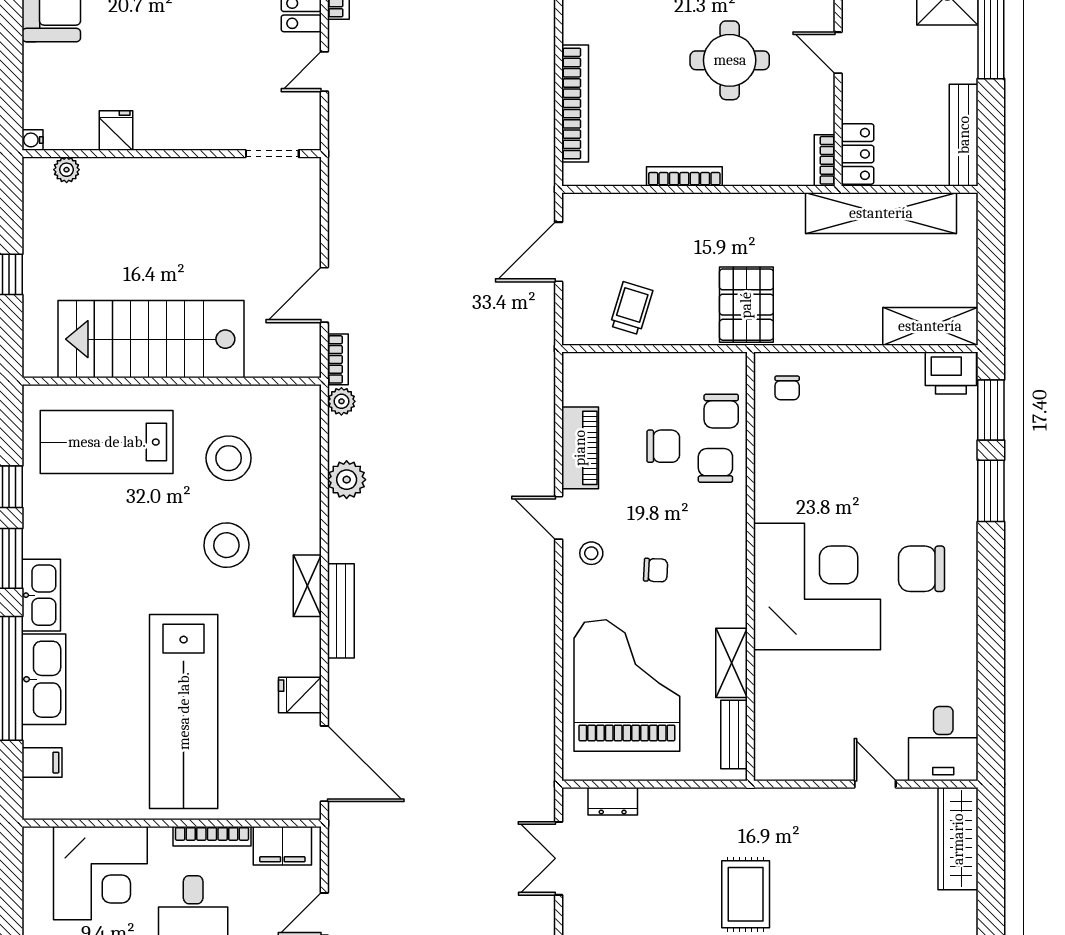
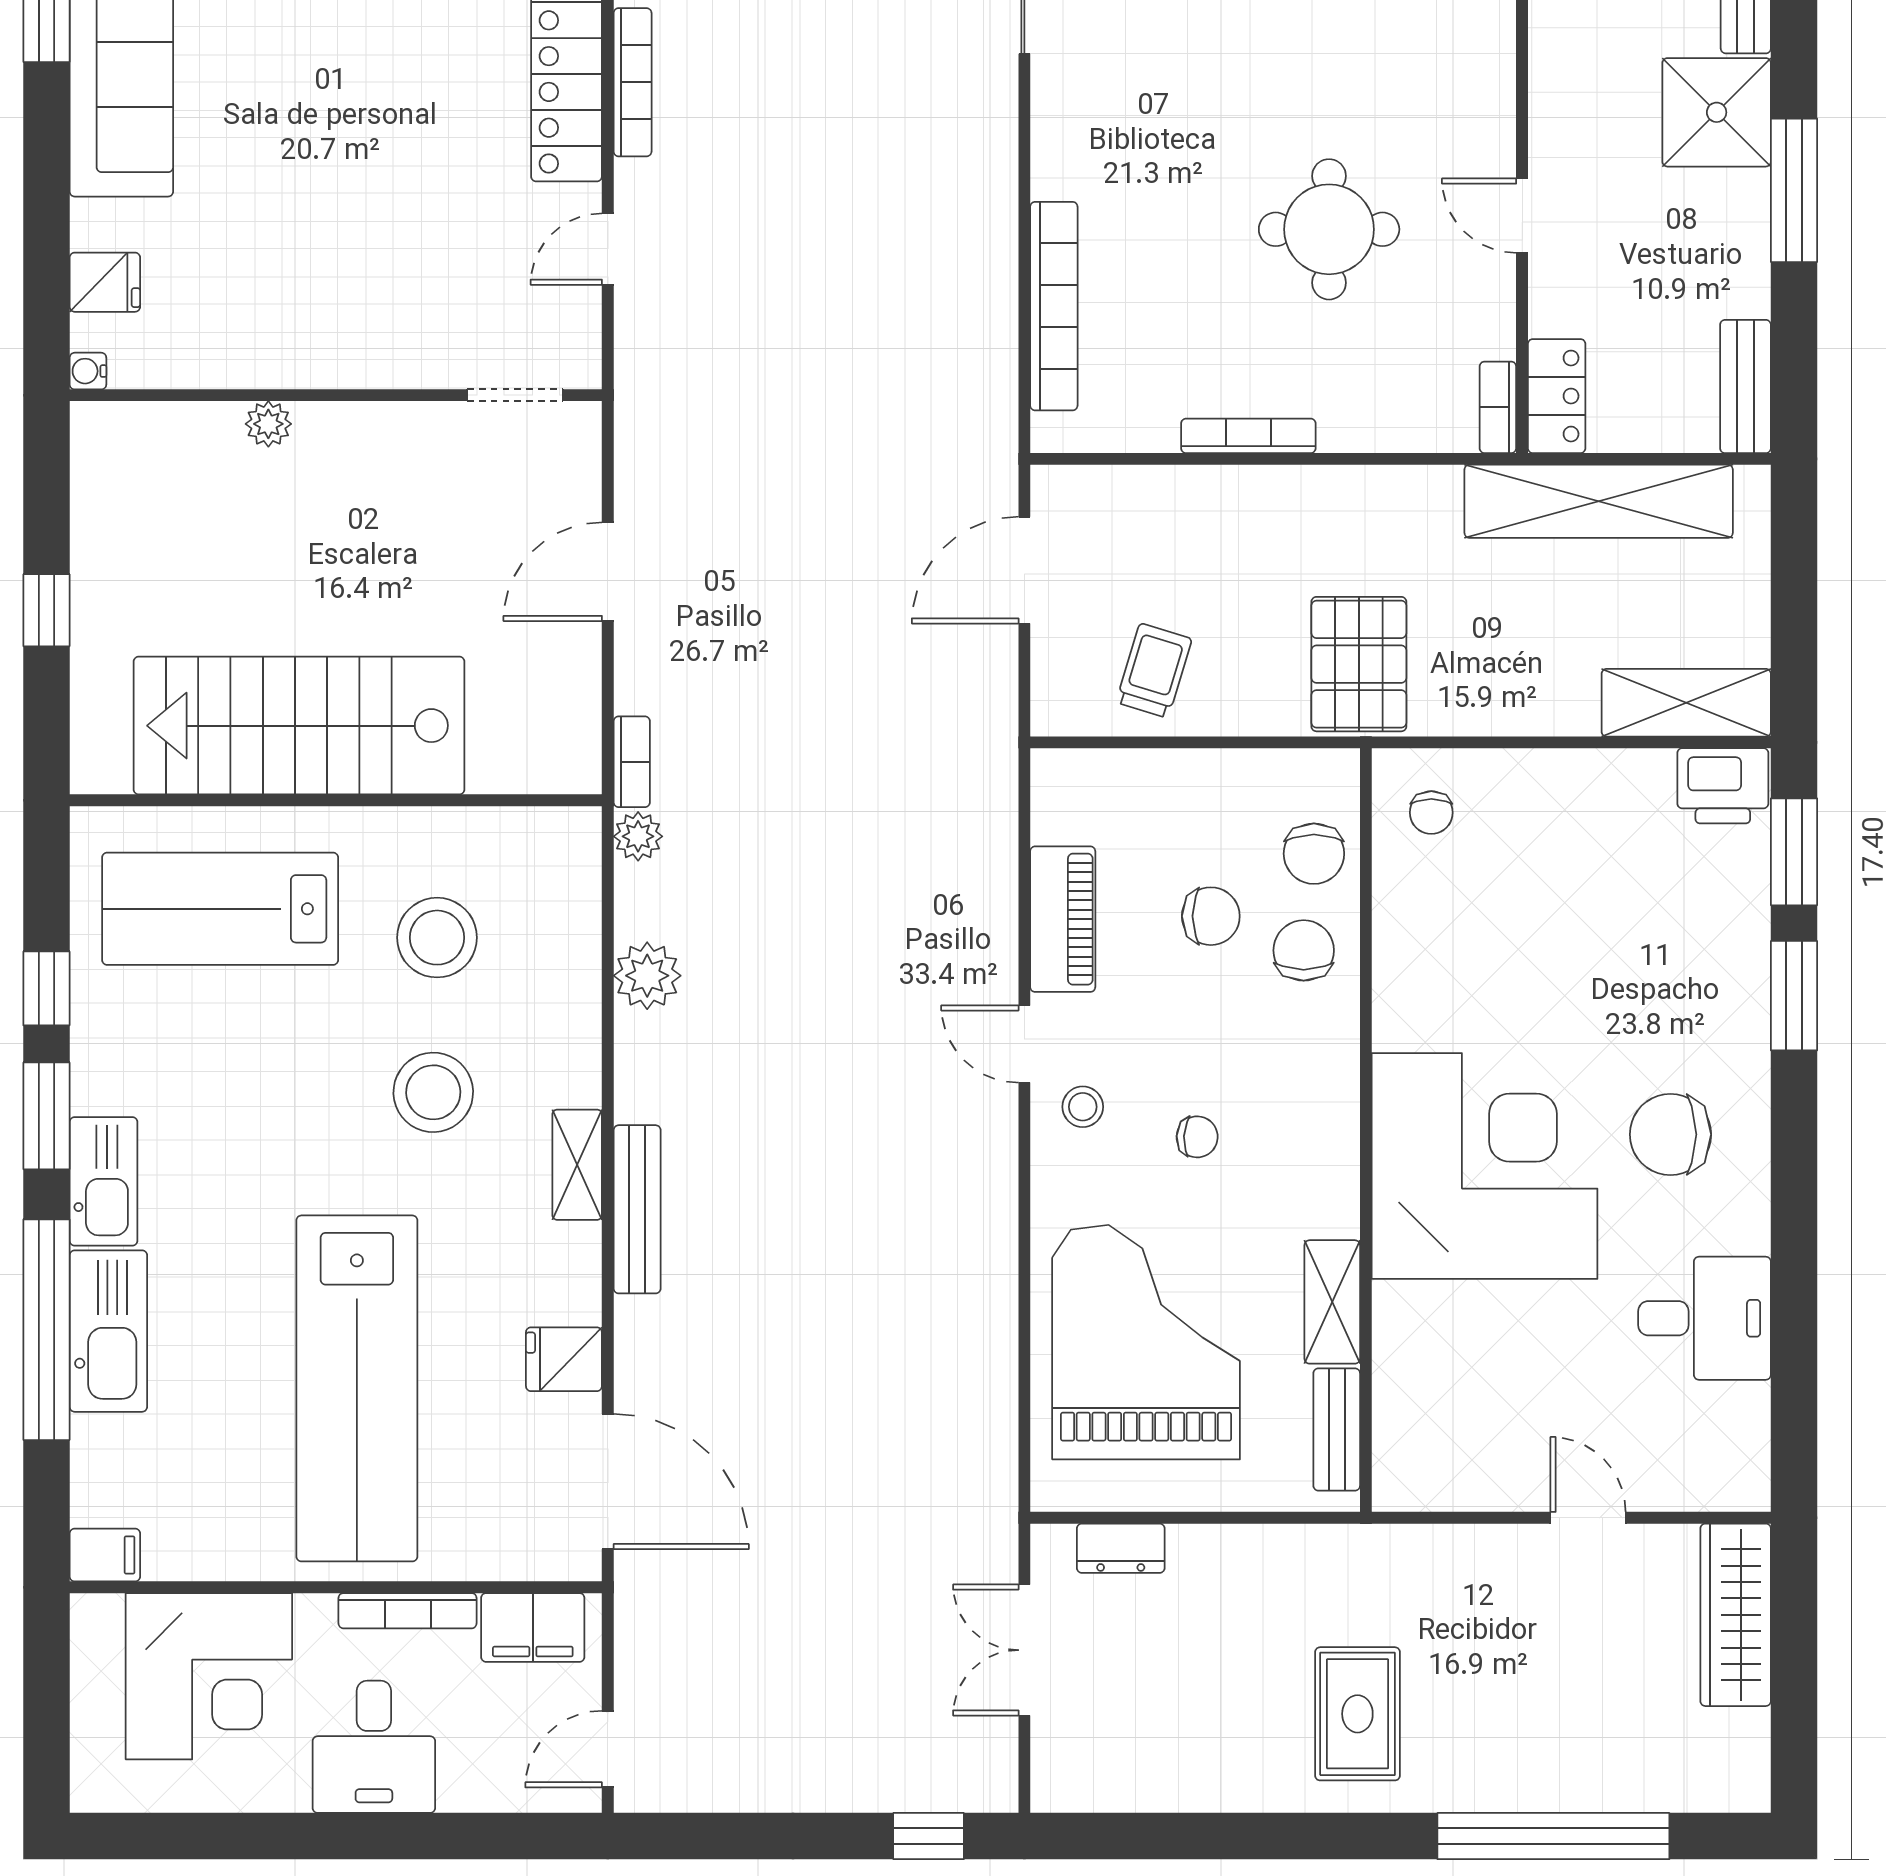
fridge: (116, 130) -> (105, 282), moved, turned 90
bench: (964, 135) -> (1745, 386), width x0.73
plant: (67, 170) -> (268, 424), moved
door: (324, 295) -> (608, 572), moved
desk: (943, 744) -> (1704, 1318), moved, turned -90
filing cabinet: (42, 763) -> (105, 1555), moved

